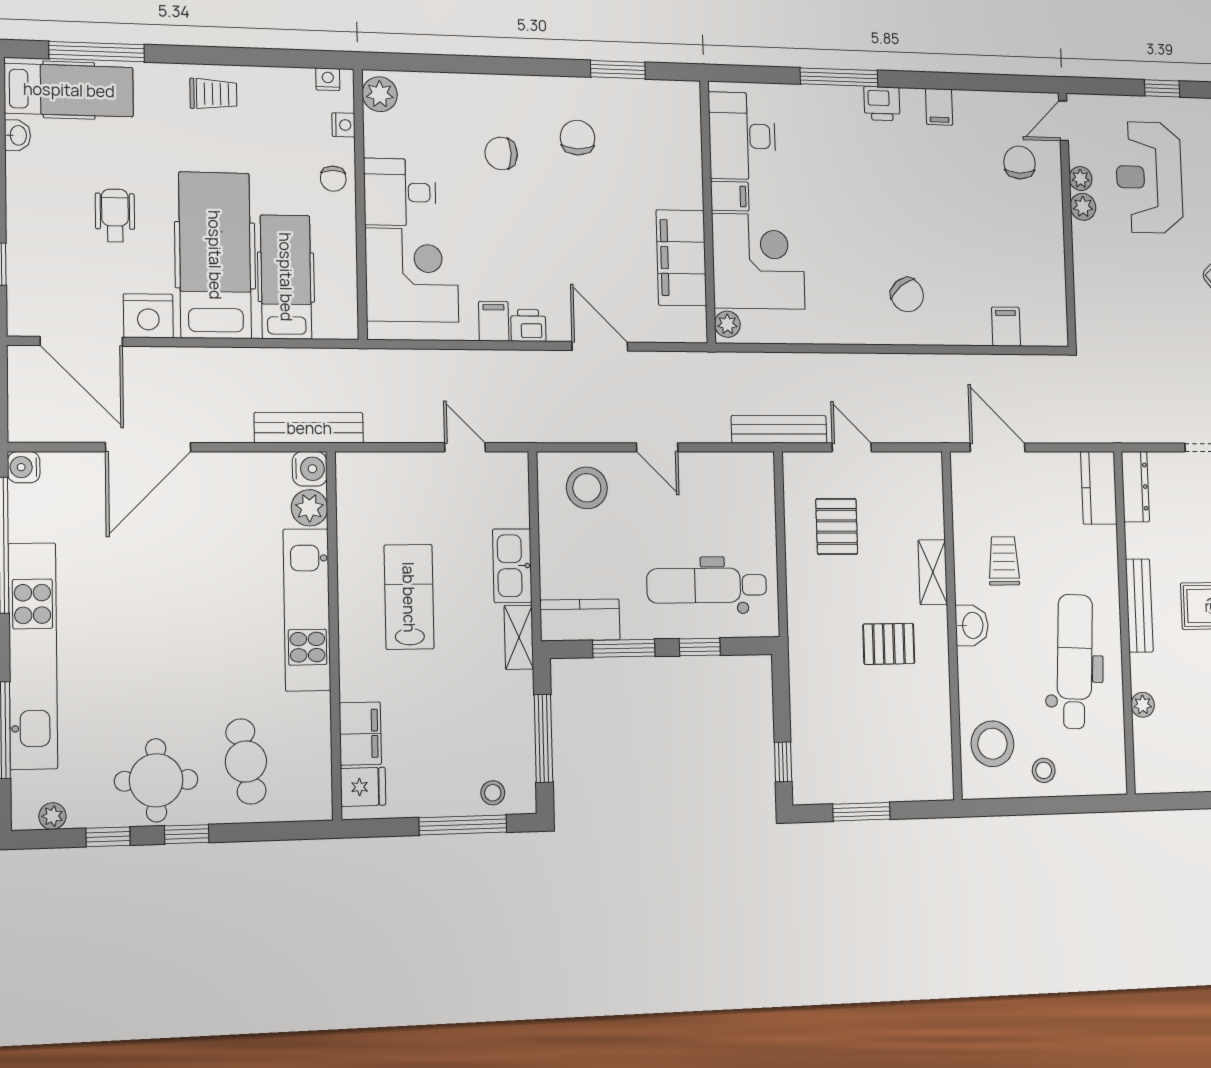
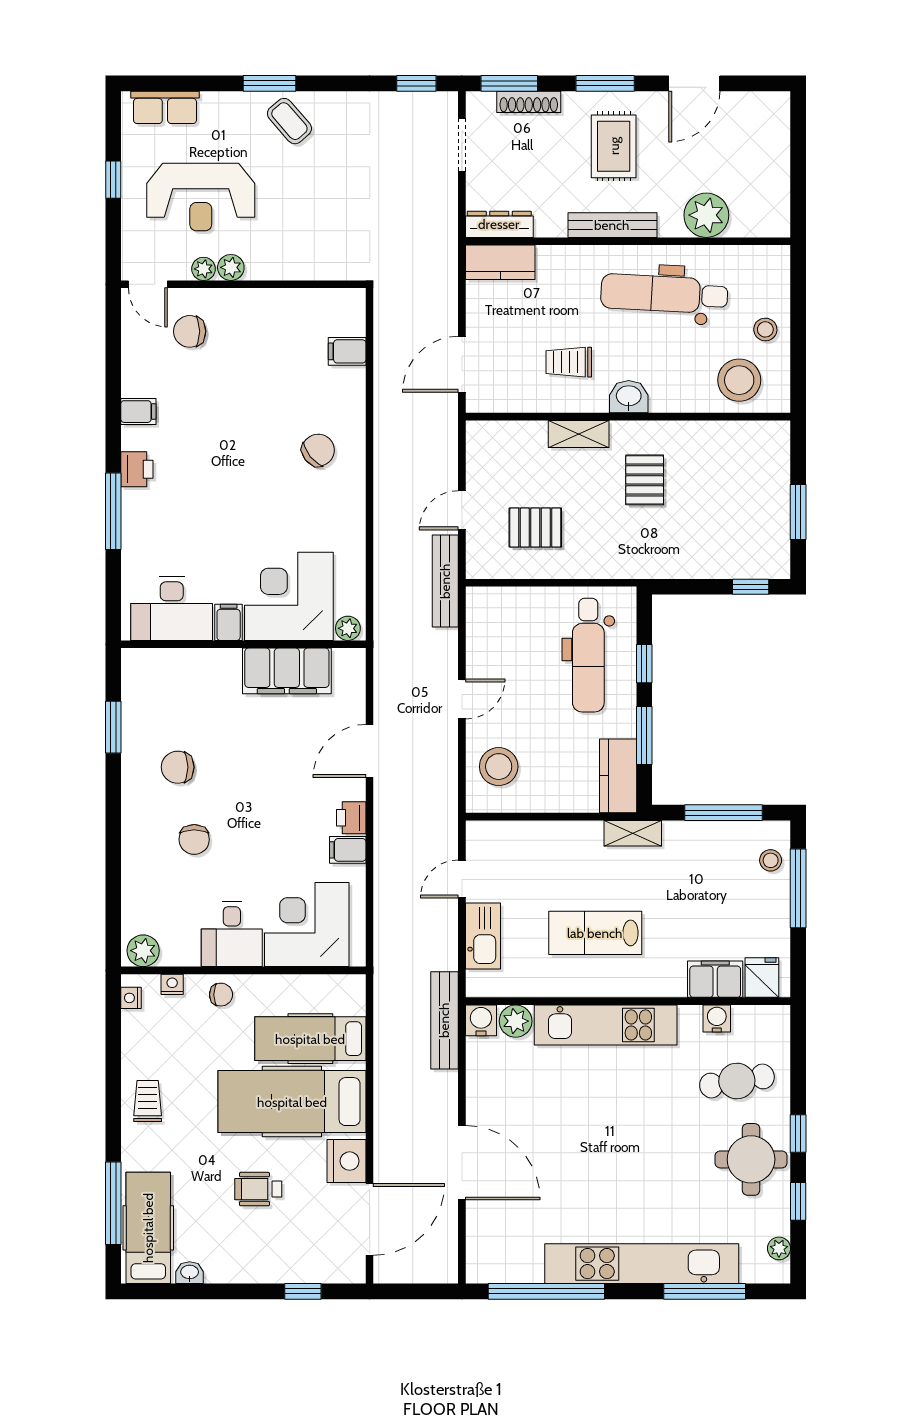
water cooler: (24, 467) -> (717, 1019), moved, turned 180
kitchen sink: (512, 566) -> (483, 936), moved, turned -90
plant: (1143, 705) -> (706, 215), width x1.88, depth x1.88

